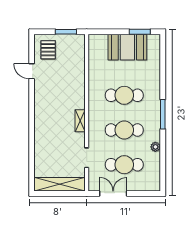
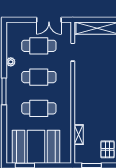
booth: (127, 47) -> (36, 147), width x1.36, depth x1.42
shelving: (80, 121) -> (79, 135), moved

